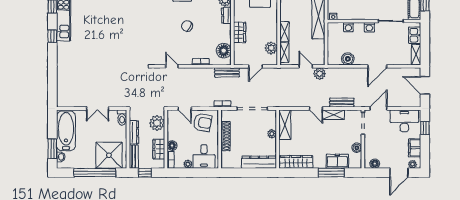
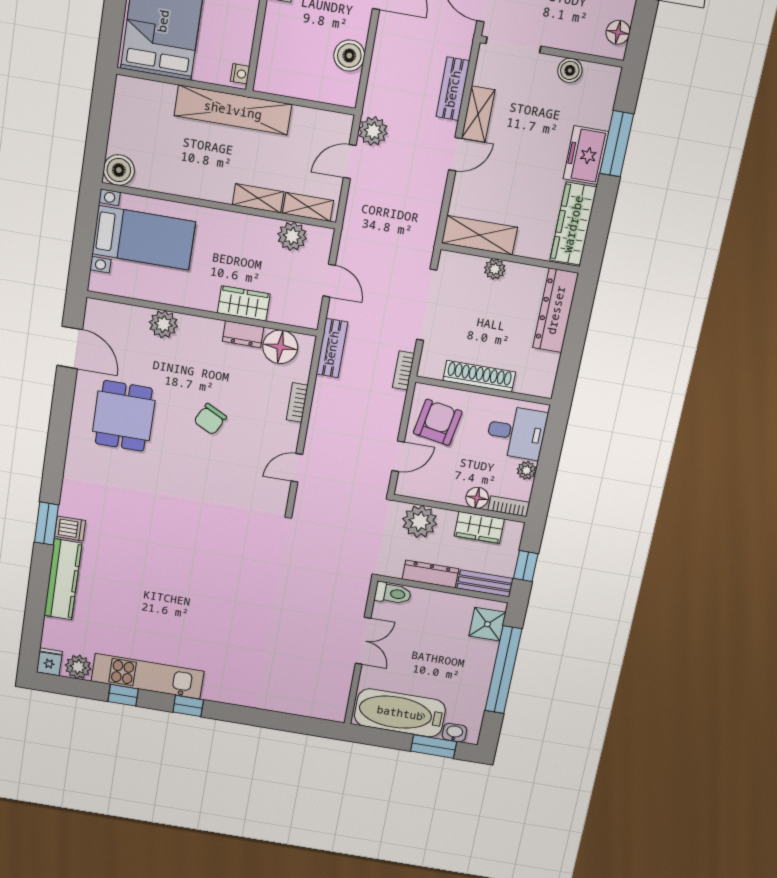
dresser: (226, 15) -> (243, 334), moved
washing machine: (348, 27) -> (272, 41), removed
shower: (109, 155) -> (487, 624), width x0.54, depth x0.54
freezer: (337, 161) -> (586, 155), moved

